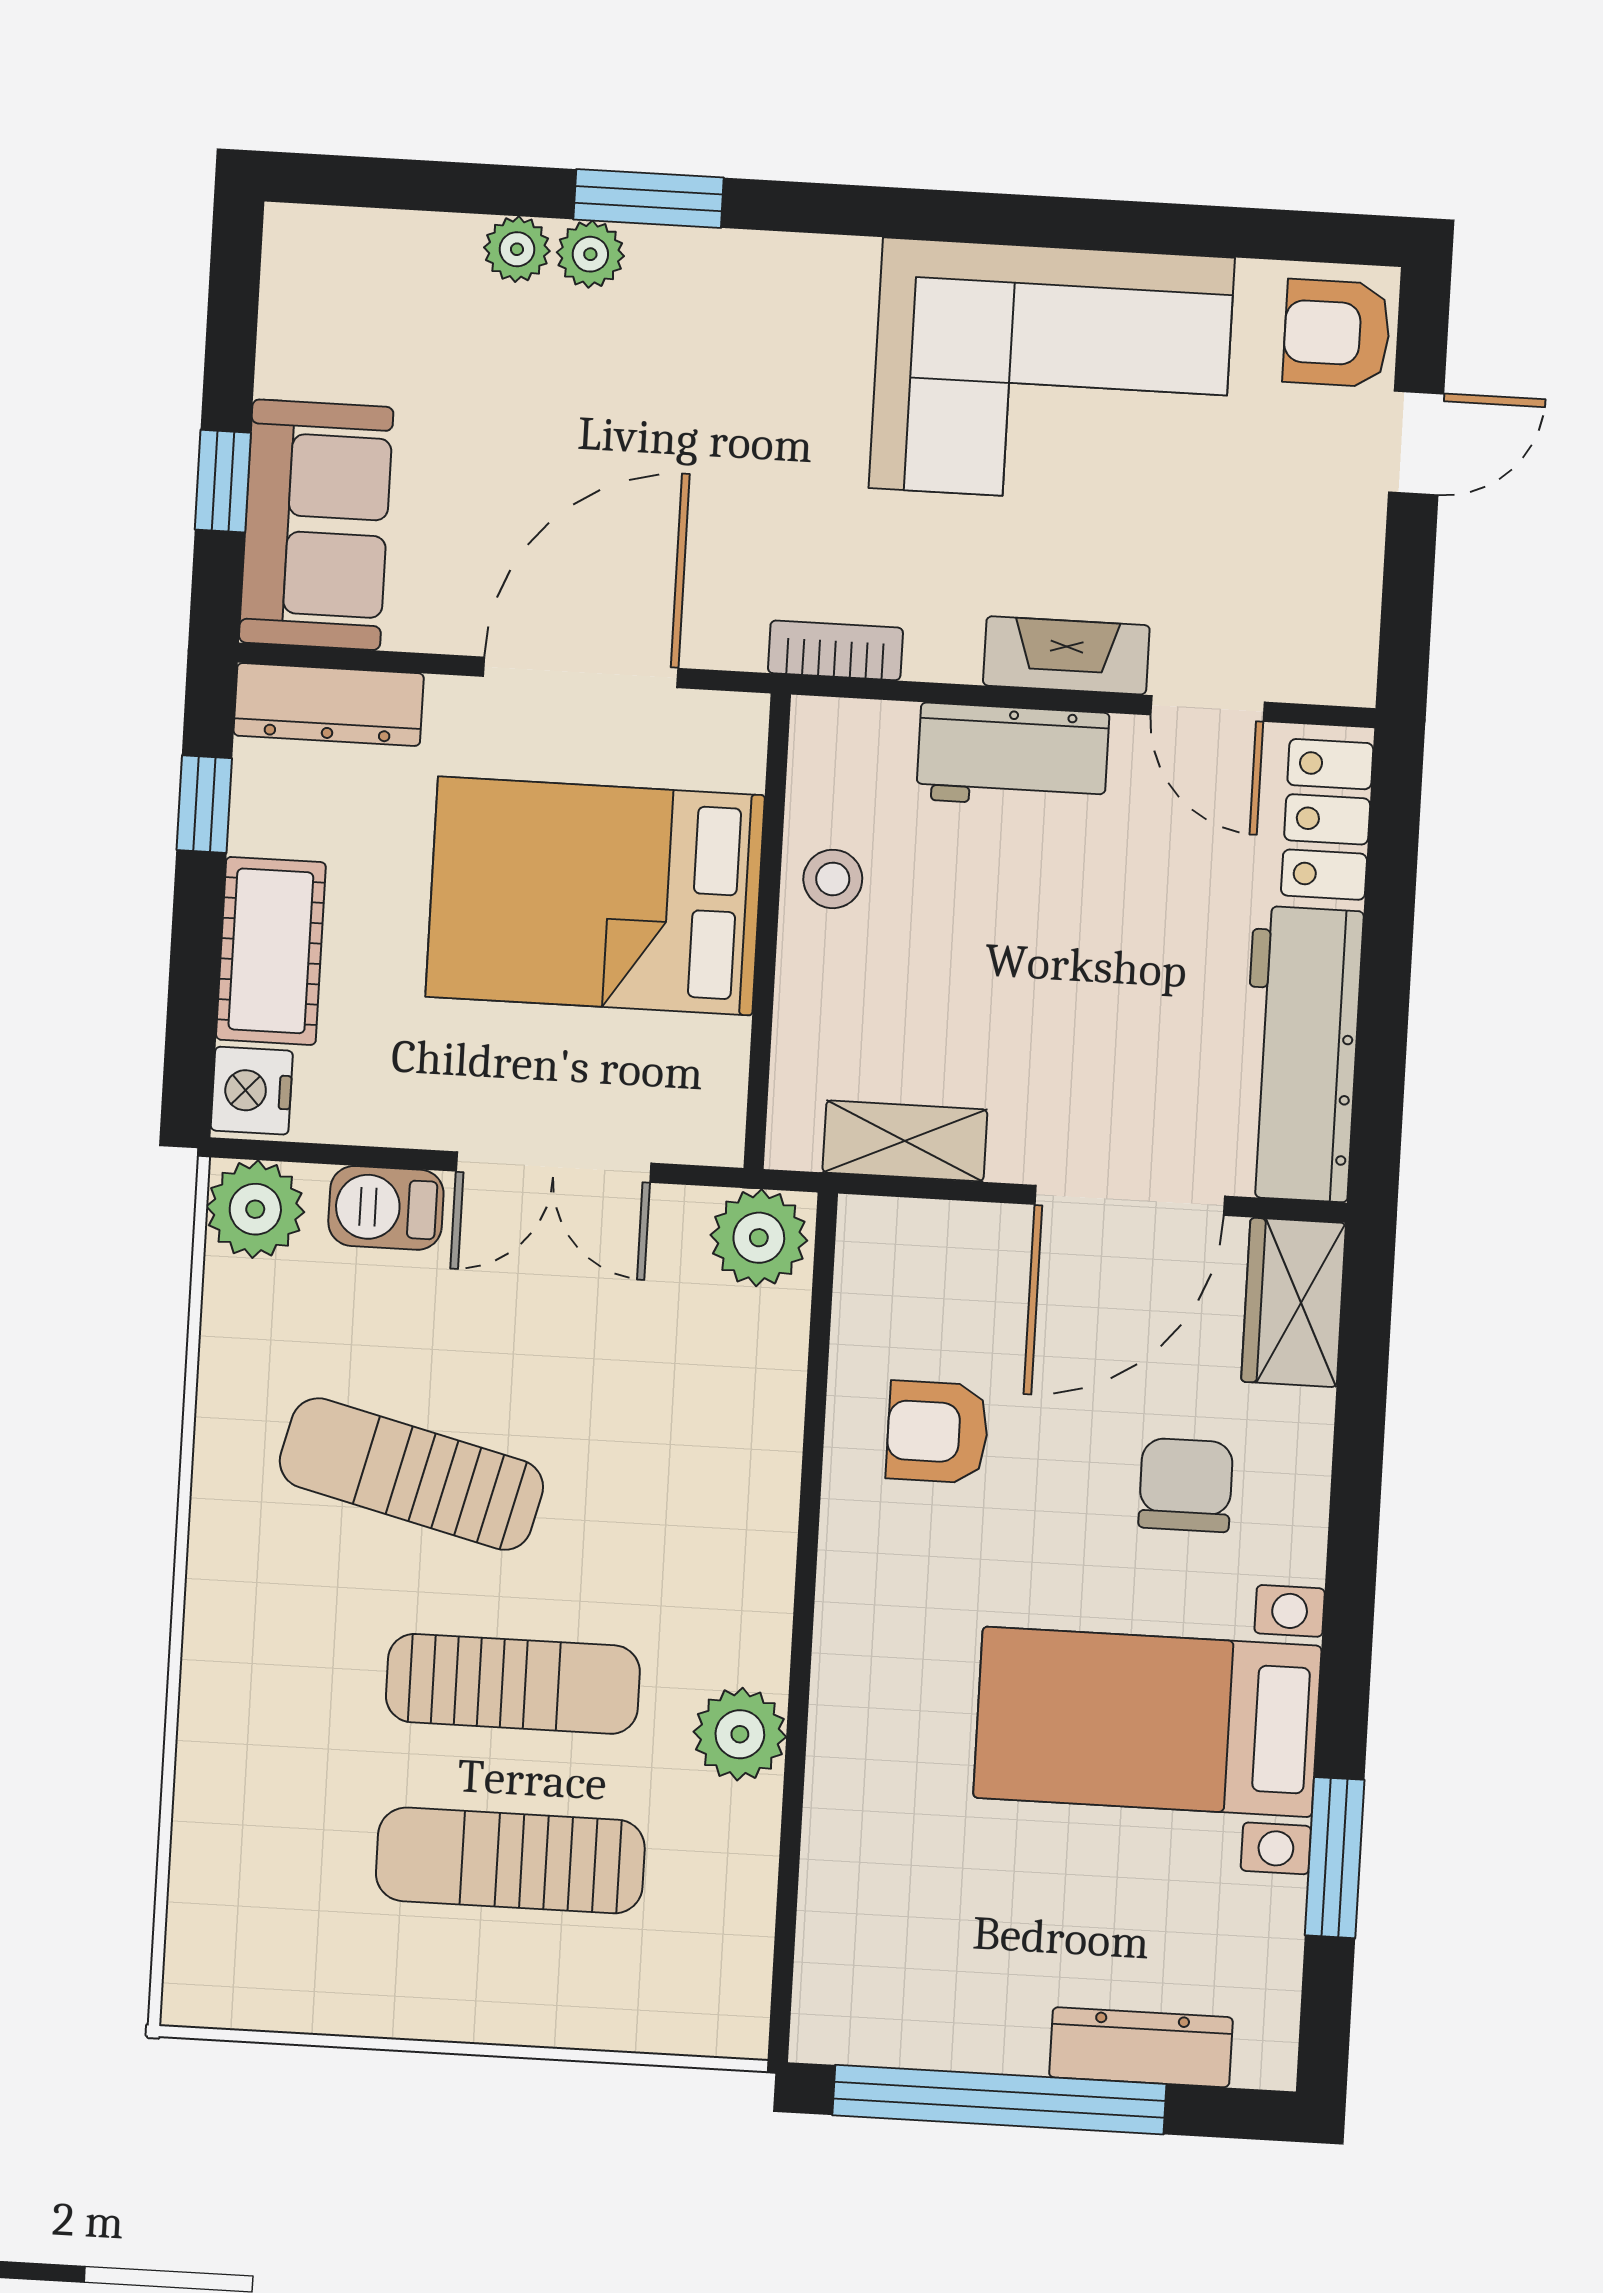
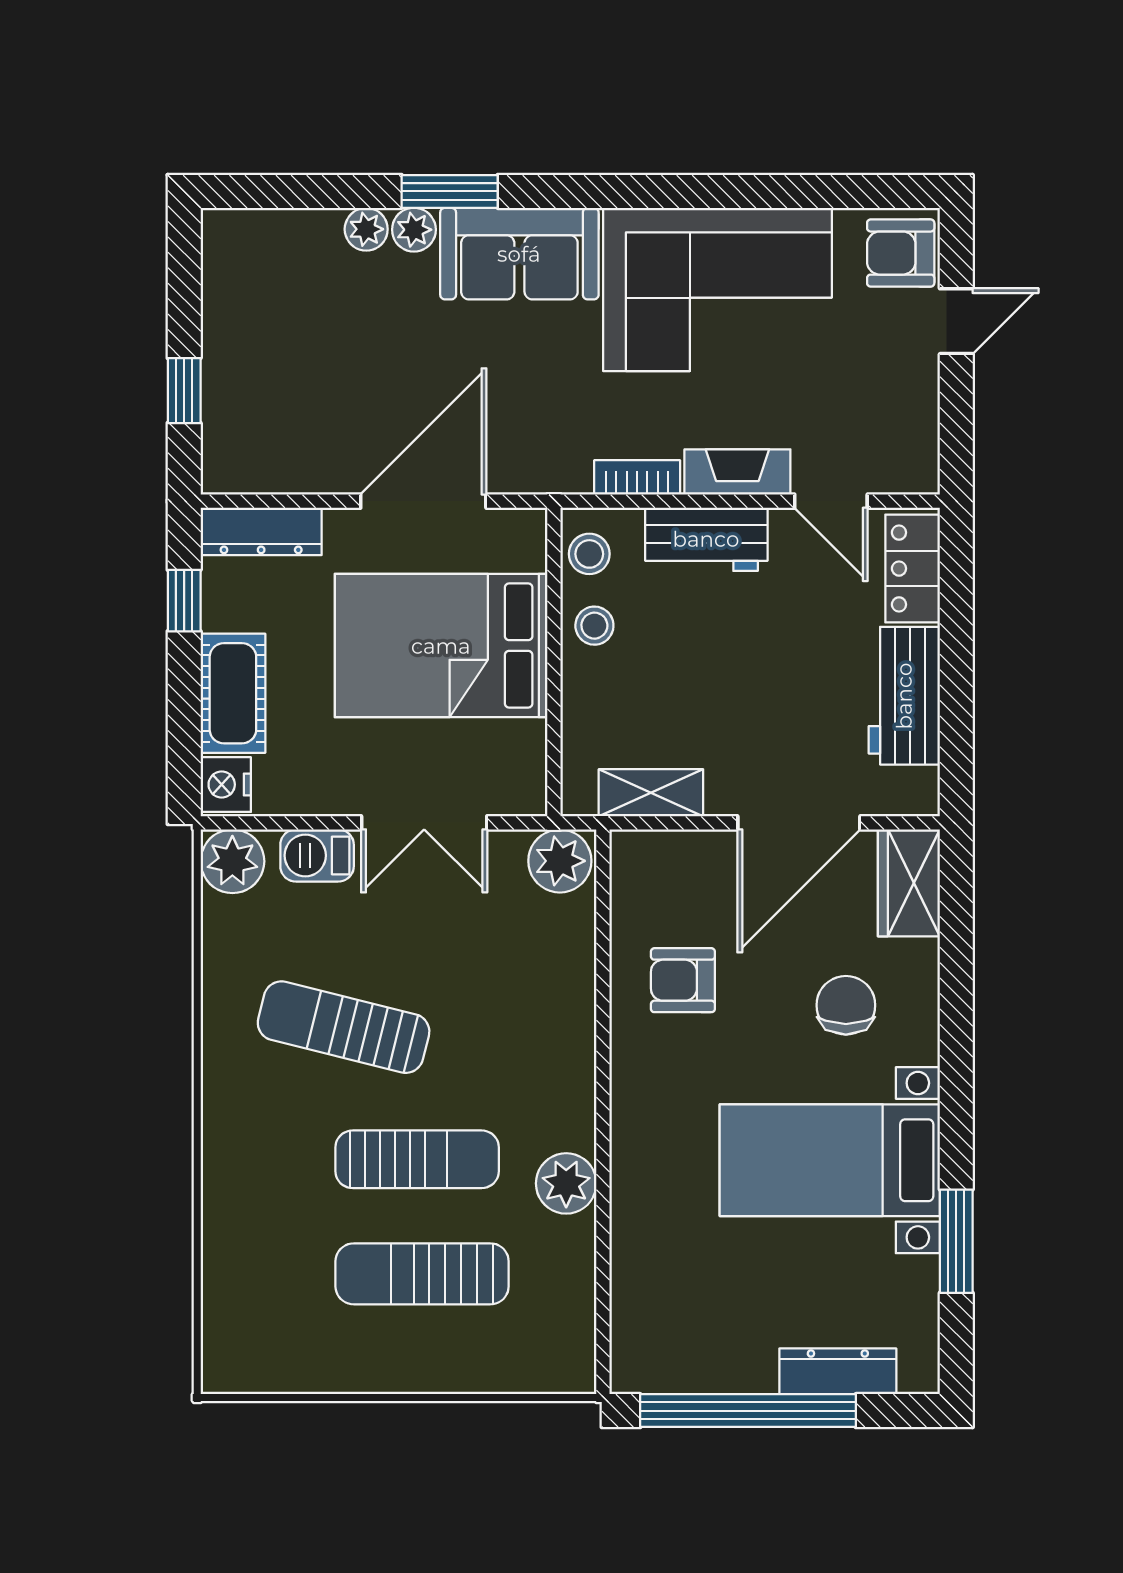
sofa: (316, 525) -> (519, 254), moved, turned 90
bookcase: (835, 650) -> (637, 477), moved
stool: (831, 768) -> (589, 554), added
workbench: (1301, 1054) -> (904, 696), width x0.73

